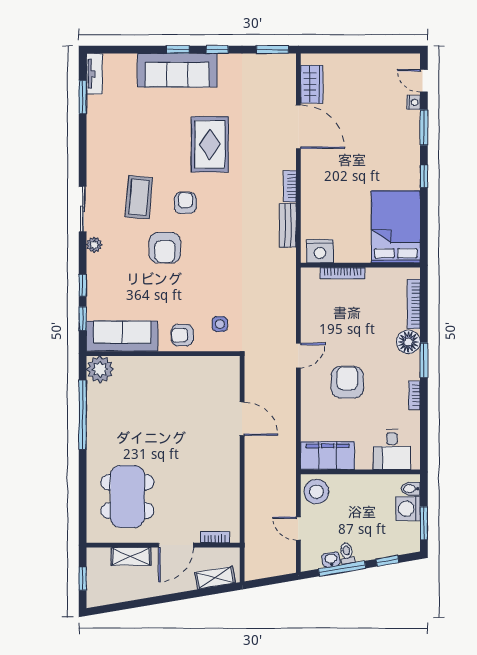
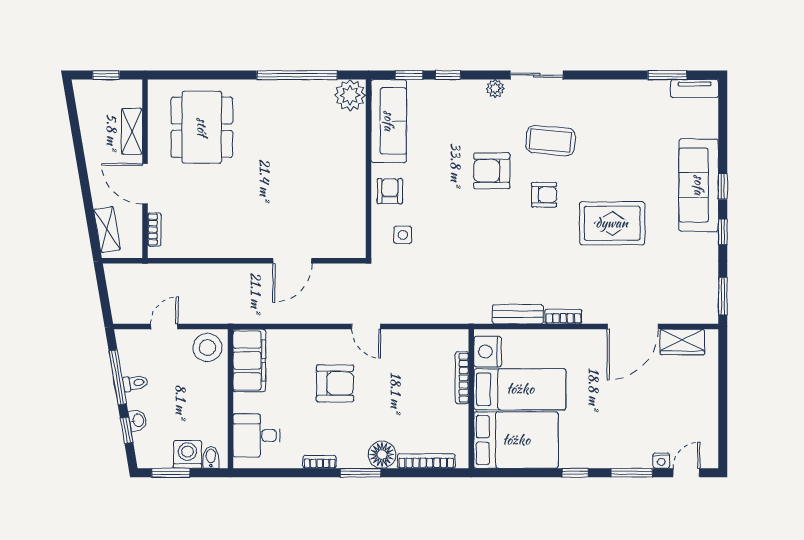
bed: (352, 224) -> (520, 389), added
dining table: (127, 496) -> (202, 127), turned 90
washbasin: (331, 560) -> (138, 420), moved

